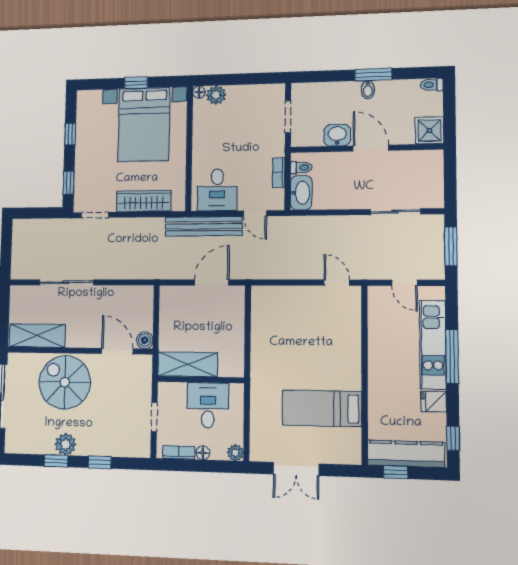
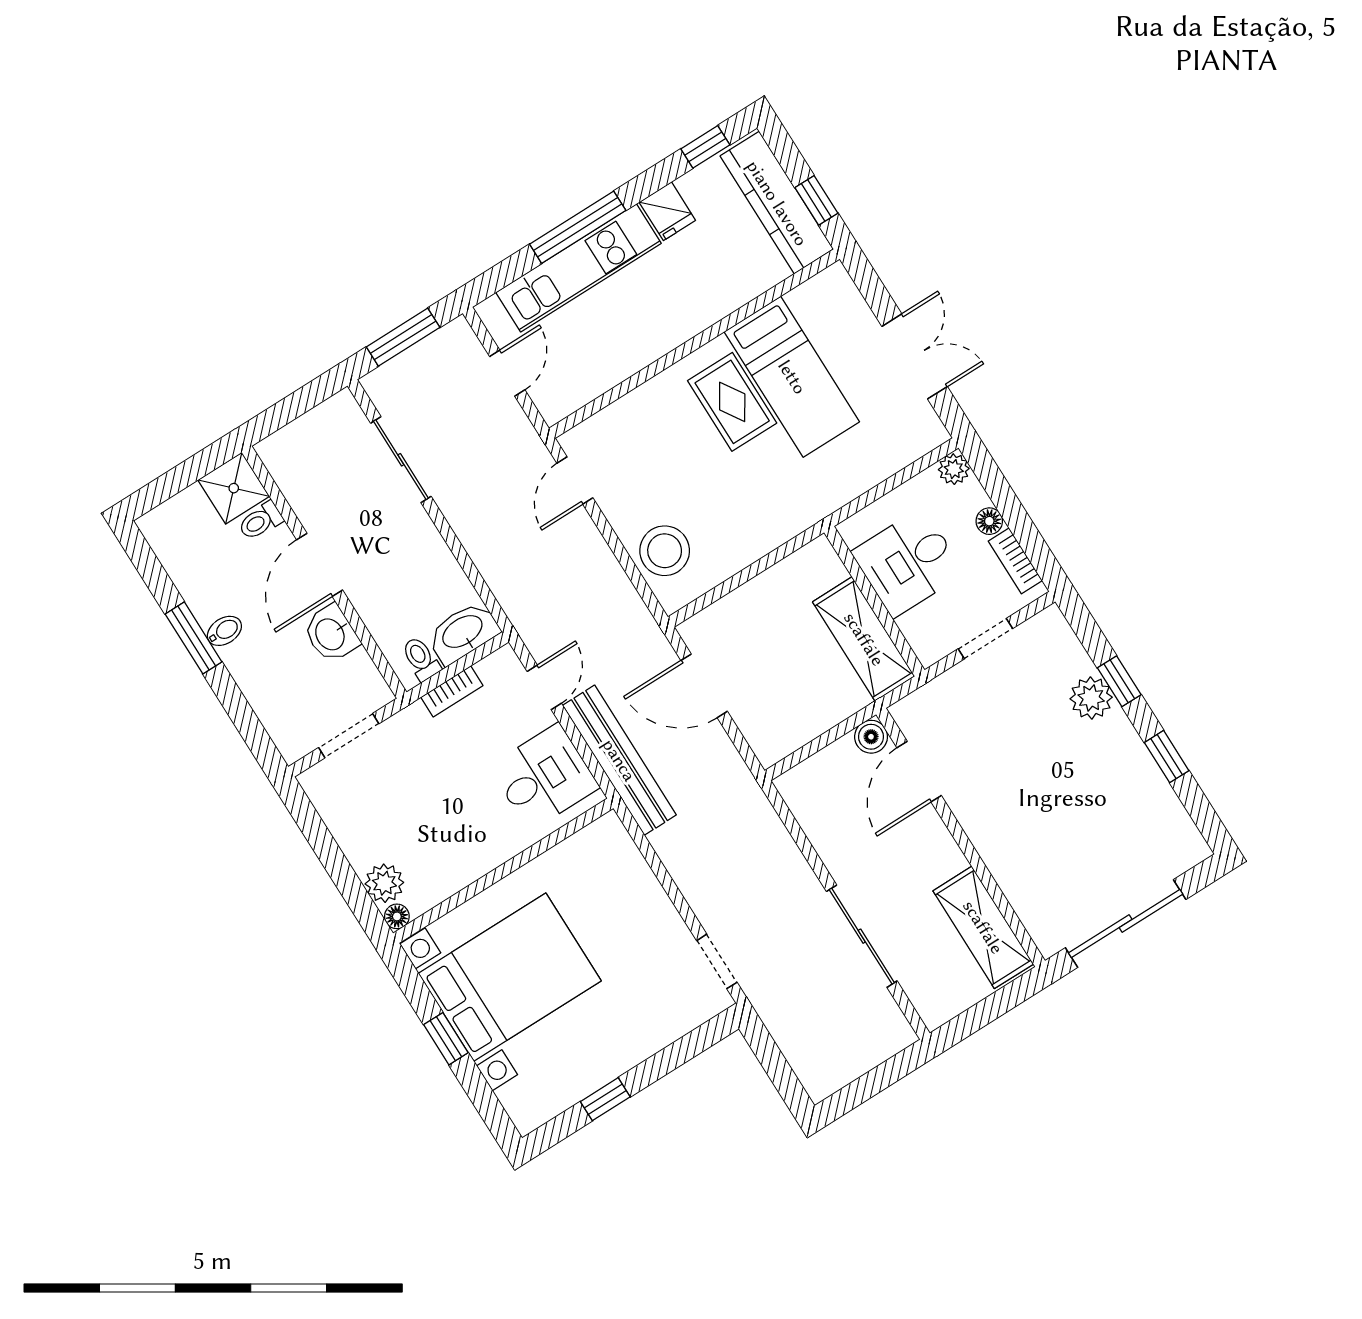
toilet: (432, 85) -> (260, 521), moved, turned 90
window: (69, 183) -> (690, 1046), removed
wardrobe: (144, 201) -> (641, 891), removed
stool: (281, 302) -> (665, 551), added
rug: (328, 374) -> (732, 402), added
spiral stairs: (65, 382) -> (1029, 828), removed
plant: (66, 444) -> (1091, 698), moved

